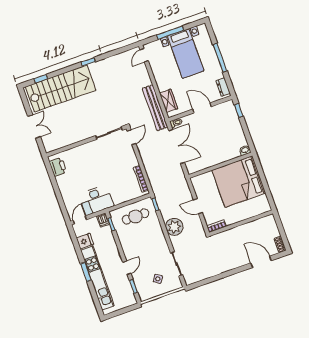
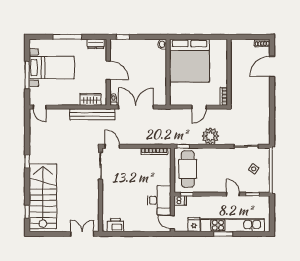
door: (202, 108) -> (108, 70), swing flipped
double door: (34, 127) -> (82, 234), moved
cafe table: (135, 216) -> (188, 169), width x1.37, depth x1.35

